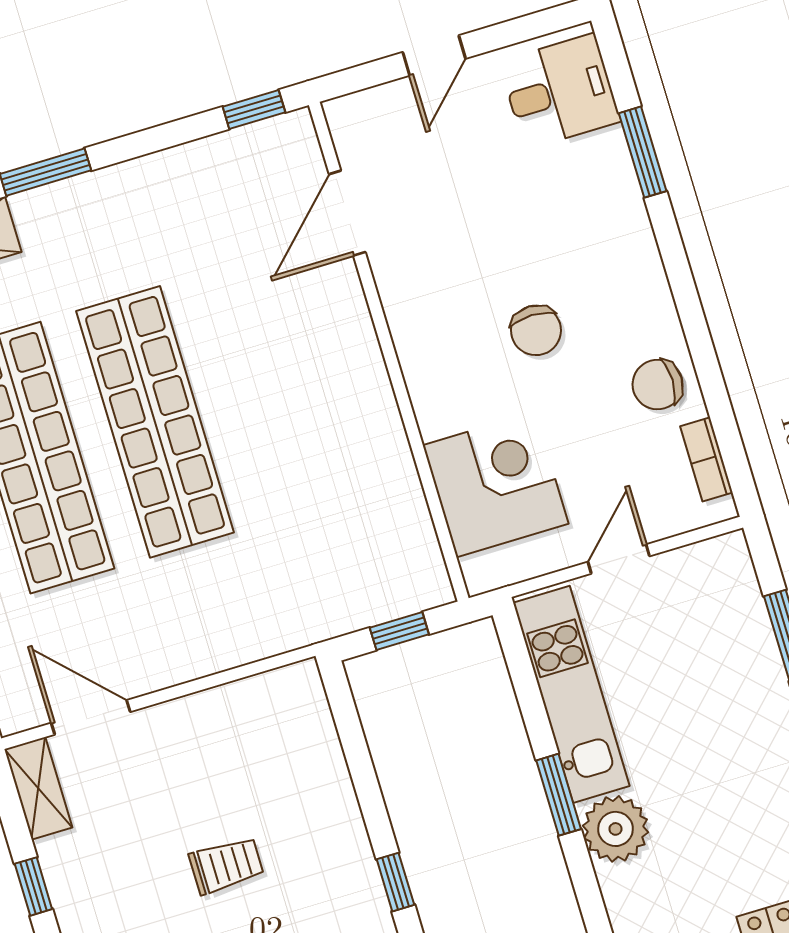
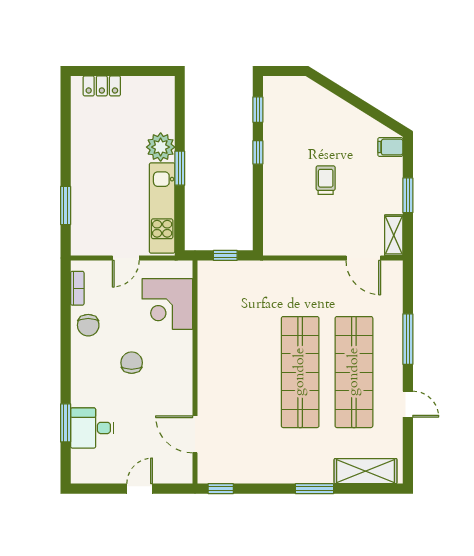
desk: (560, 91) -> (92, 428), moved
door: (347, 213) -> (195, 434), swing flipped
chair: (658, 385) -> (88, 325), turned 90
trolley: (226, 865) -> (326, 180), turned 90
window: (33, 886) -> (408, 195), width x1.50

